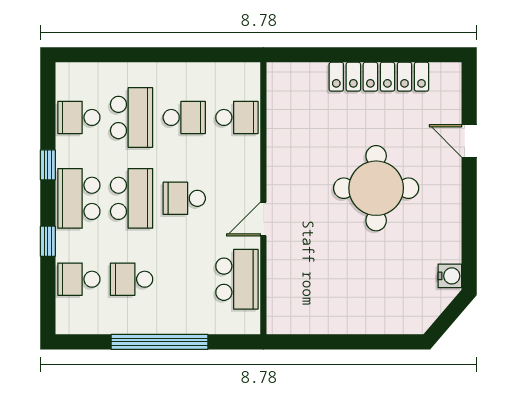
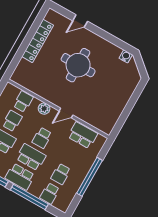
plant: (247, 169) -> (44, 109), added
door: (263, 219) -> (66, 113), hinge flipped
window: (48, 241) -> (29, 197), width x3.17

